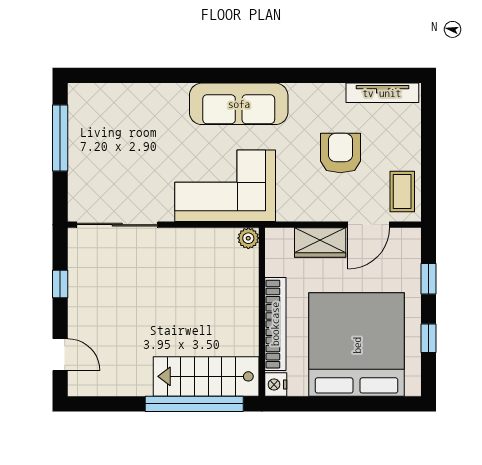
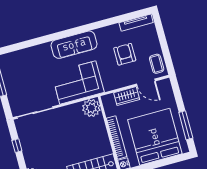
door: (369, 225) -> (146, 82), hinge flipped
plant: (248, 238) -> (91, 108), width x1.88, depth x1.88
window: (429, 279) -> (179, 99), removed
window: (429, 338) -> (186, 125), width x2.17

